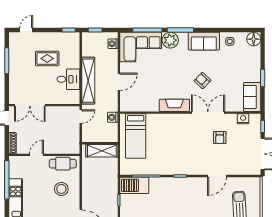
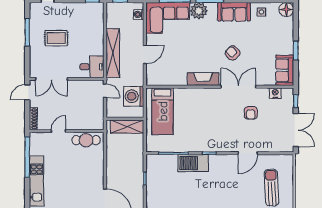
rug: (47, 58) -> (56, 38), moved
desk: (68, 79) -> (92, 67), moved
door: (81, 116) -> (105, 91), hinge flipped
washing machine: (113, 117) -> (134, 96), width x1.89, depth x1.89
barbecue: (134, 185) -> (193, 163), moved
stool: (61, 189) -> (85, 167), removed

